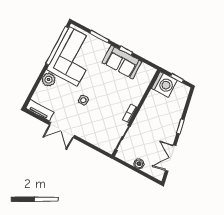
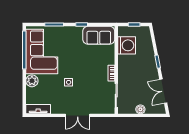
sofa: (122, 62) -> (99, 35), moved
washing machine: (164, 84) -> (127, 45), moved
double door: (62, 130) -> (78, 115), moved

